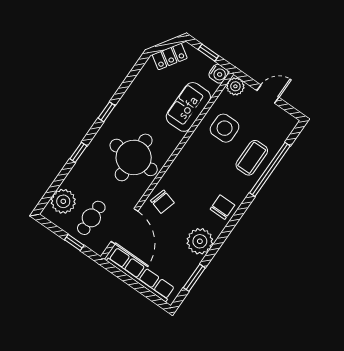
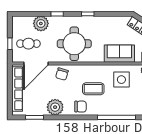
coffee table: (252, 158) -> (93, 89), moved
plant: (63, 201) -> (41, 23), moved

